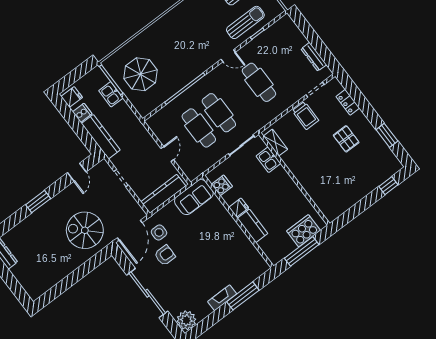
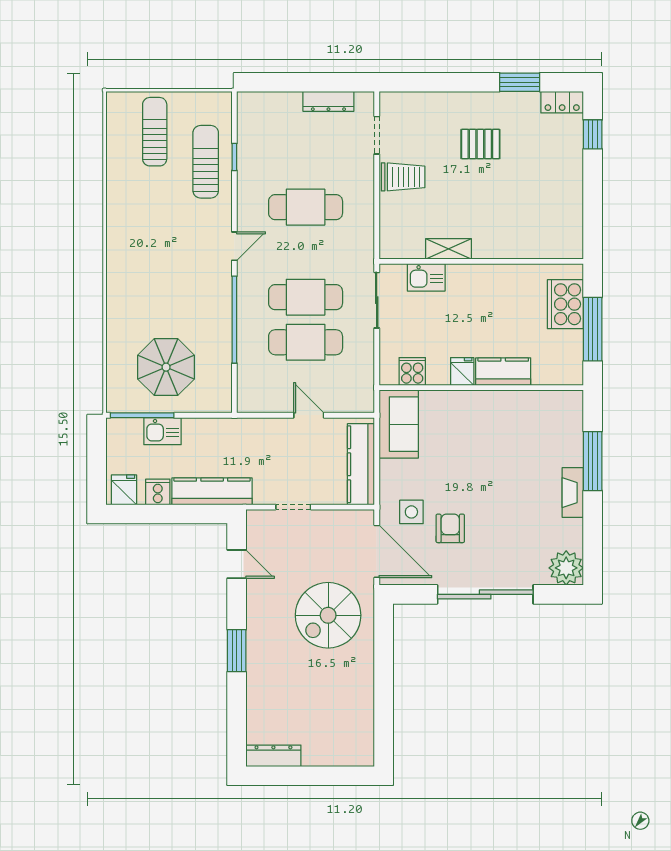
door: (228, 56) -> (234, 246), moved
locker: (348, 102) -> (562, 102), moved
shelving: (275, 143) -> (449, 249), moved

